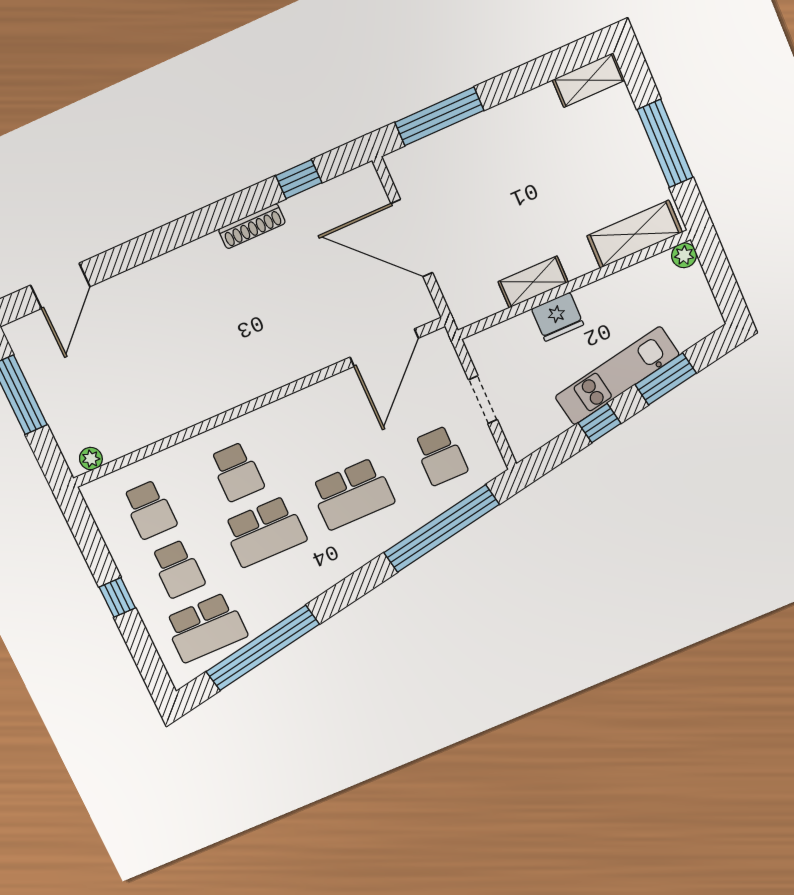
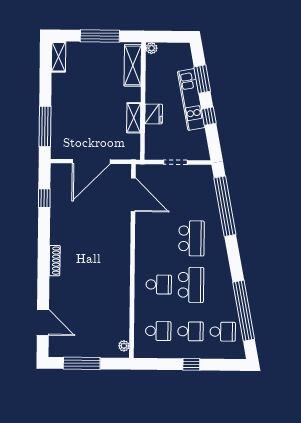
shoe rack: (252, 226) -> (55, 261), moved
school desk: (441, 456) -> (192, 192), removed
school desk: (206, 628) -> (223, 332), width x0.54

